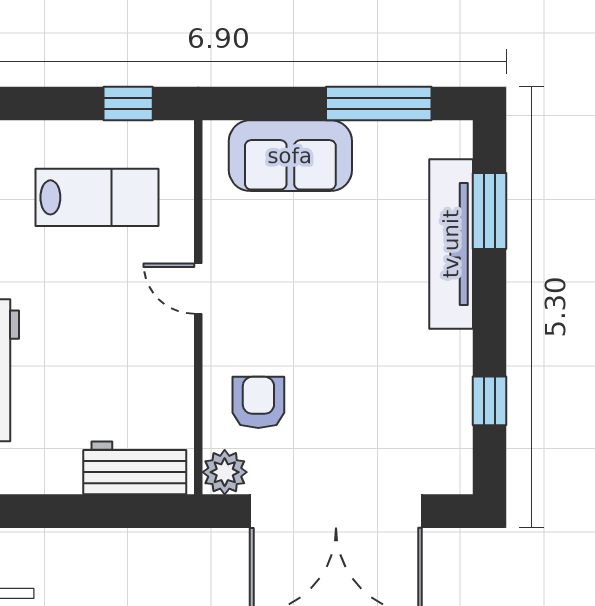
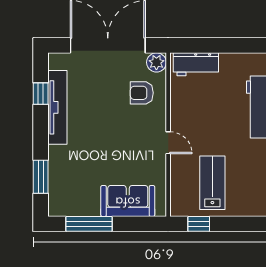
lab bench: (97, 197) -> (212, 183), turned 90
tv unit: (451, 244) -> (57, 107), moved
armchair: (258, 402) -> (142, 93), turned 90

